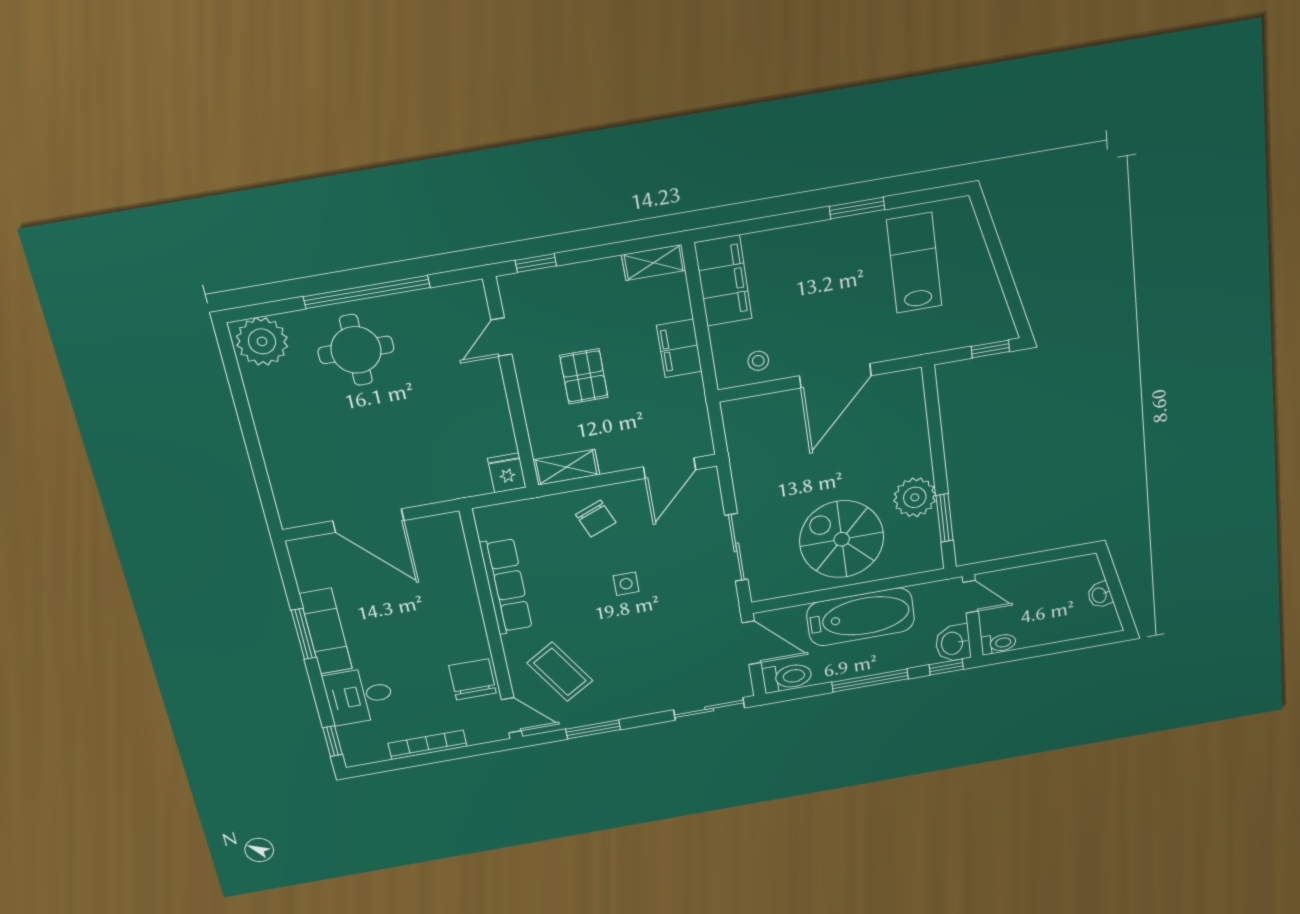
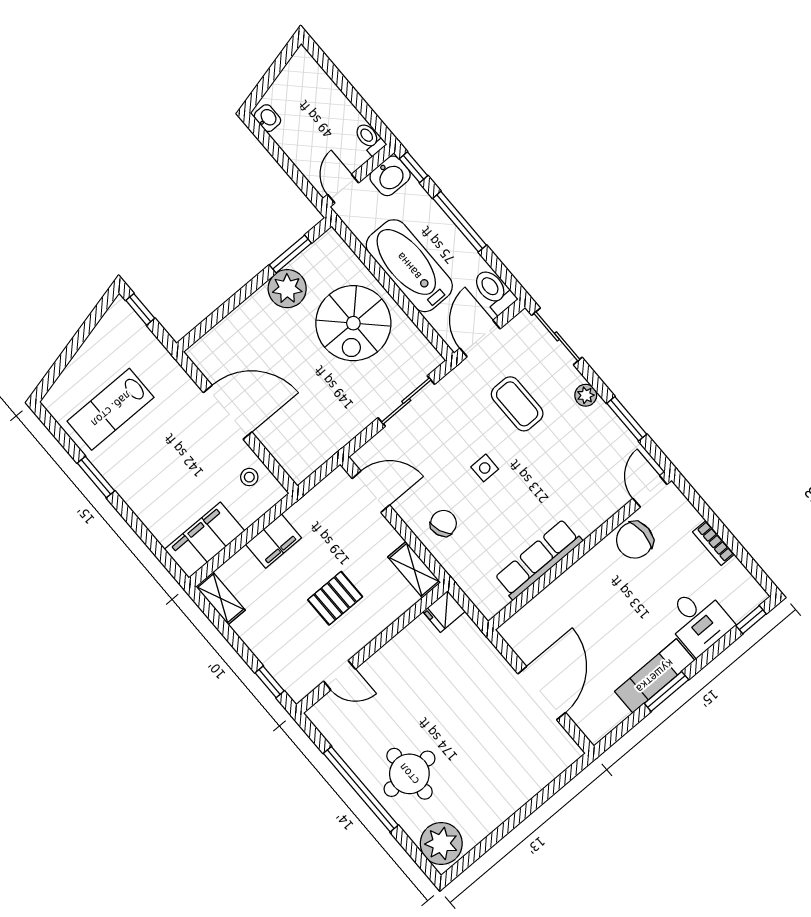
washbasin: (1100, 595) -> (267, 118), moved, turned -76
coffee table: (560, 672) -> (517, 404), moved, turned -58
plant: (638, 706) -> (586, 395), added
bookcase: (428, 745) -> (714, 543), width x0.64

